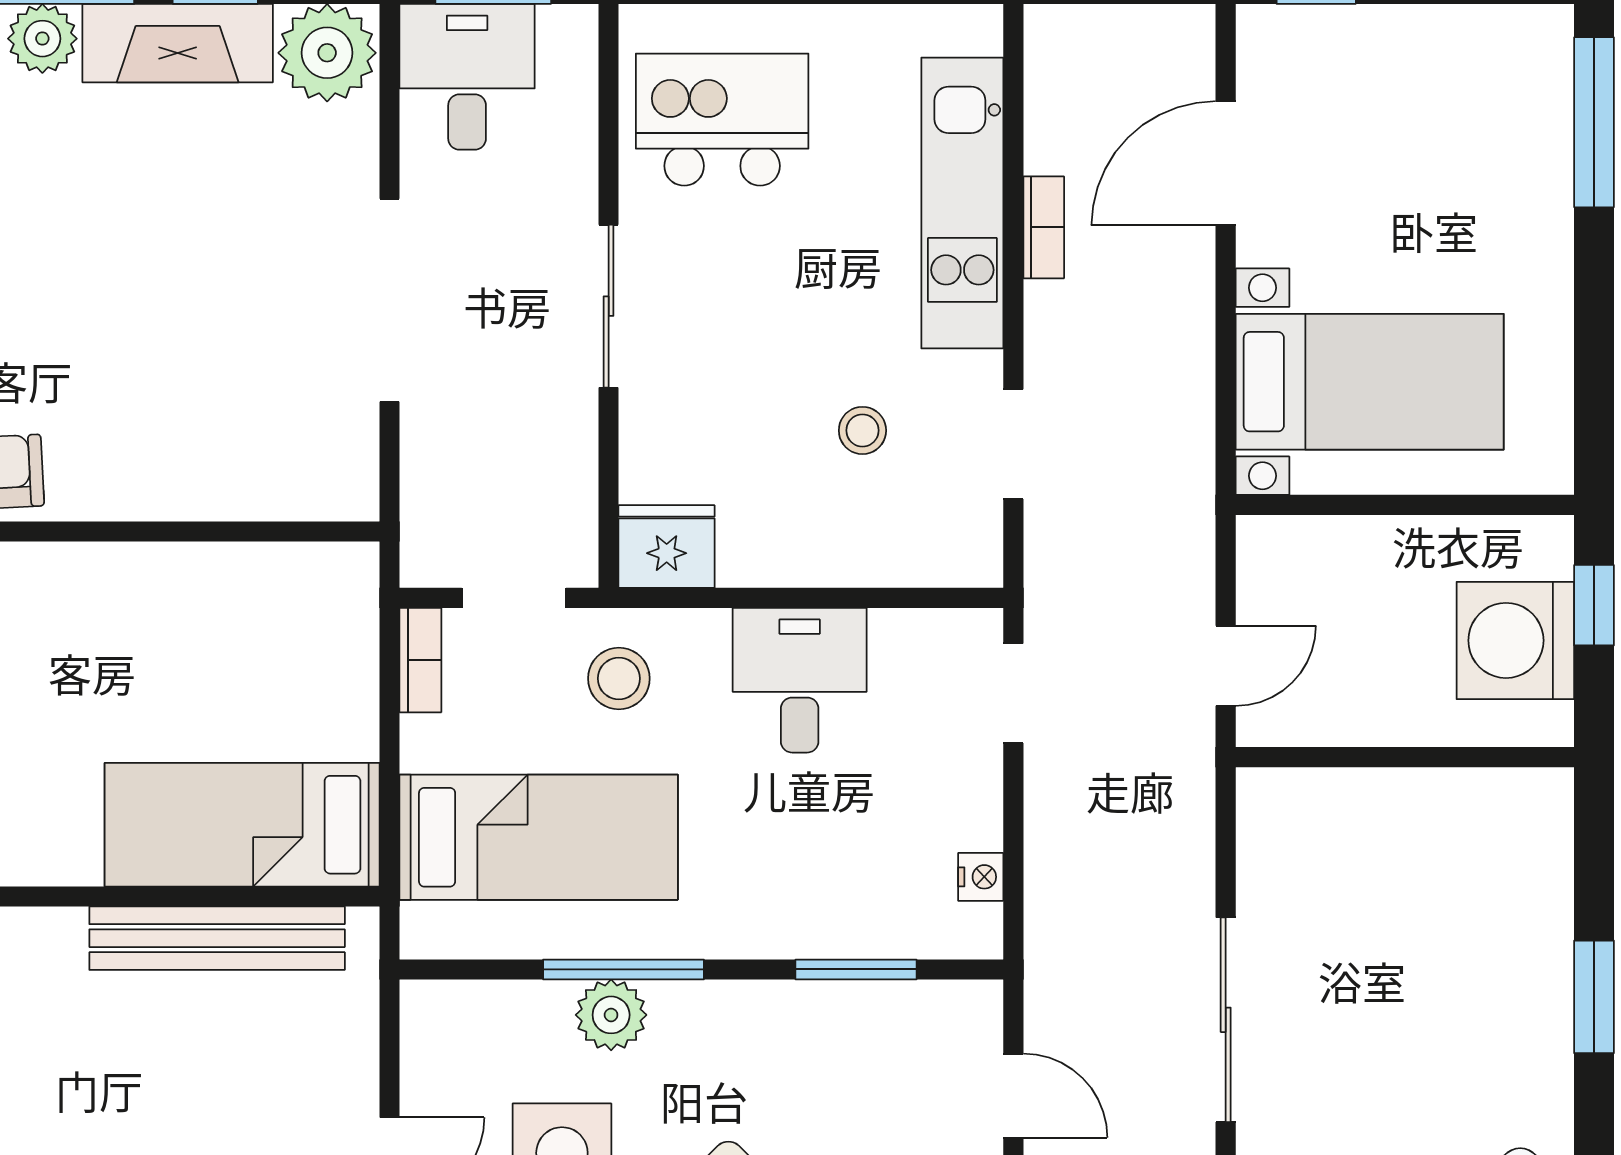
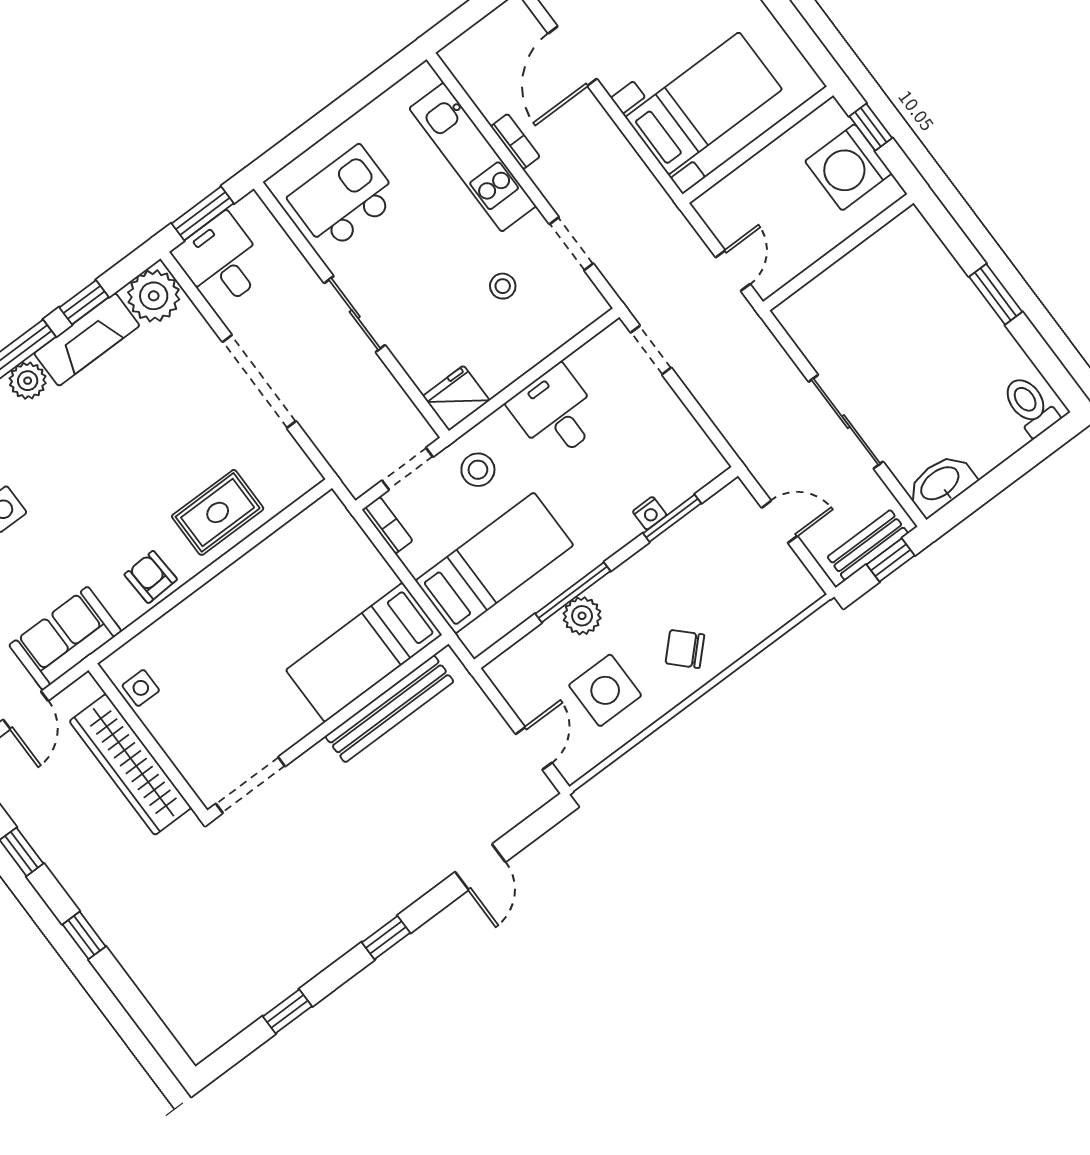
rug: (180, 450) -> (218, 512), added
nightstand: (981, 877) -> (650, 513), moved, turned 90

